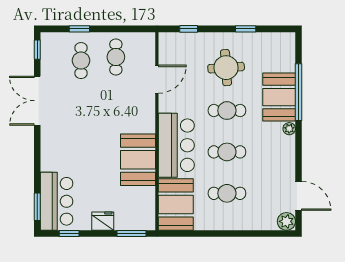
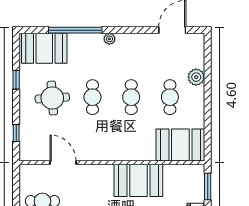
booth: (279, 97) -> (44, 48), moved
bar counter: (176, 145) -> (125, 145), removed
plant: (286, 221) -> (196, 77), moved

